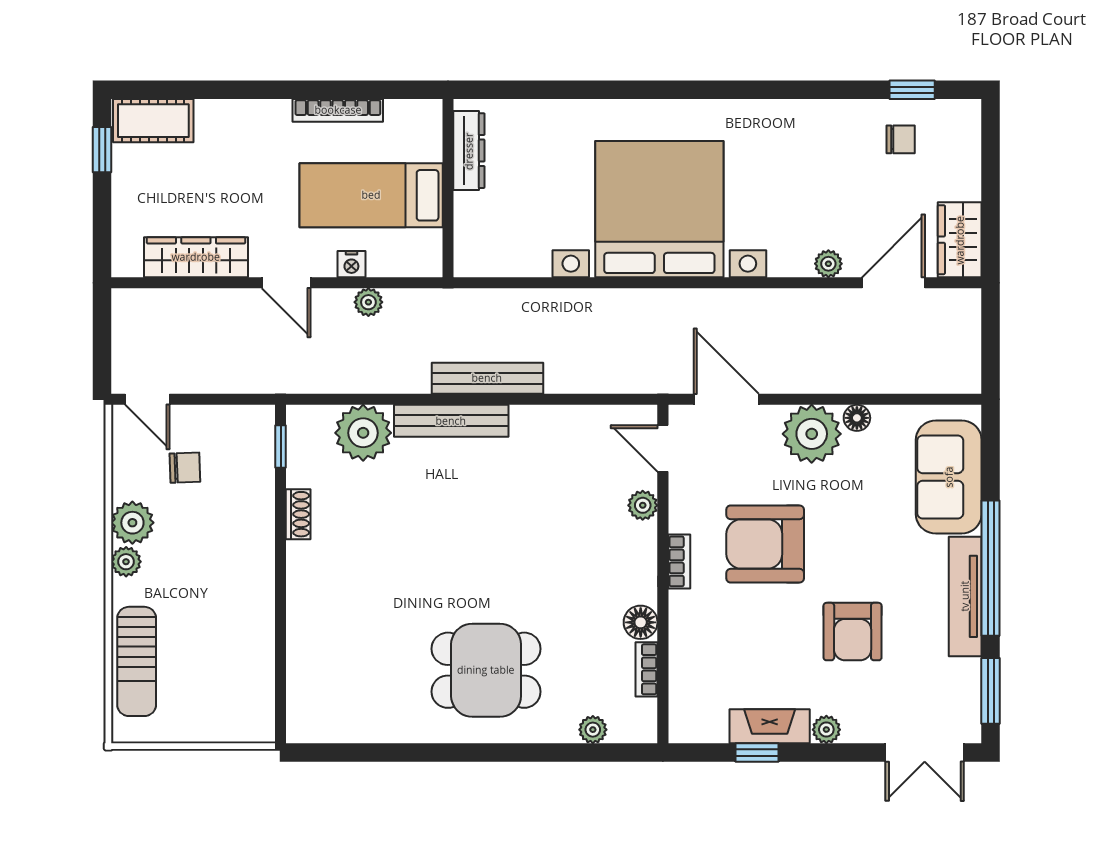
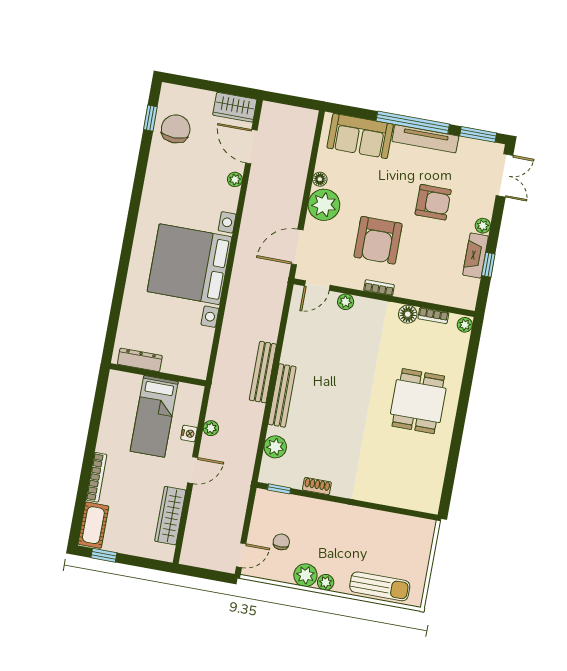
bookcase: (338, 110) -> (96, 477), moved
chair: (901, 139) -> (176, 129), width x1.87, depth x1.87
plant: (363, 433) -> (275, 447), width x0.73, depth x0.73
plant: (593, 730) -> (465, 325), moved

